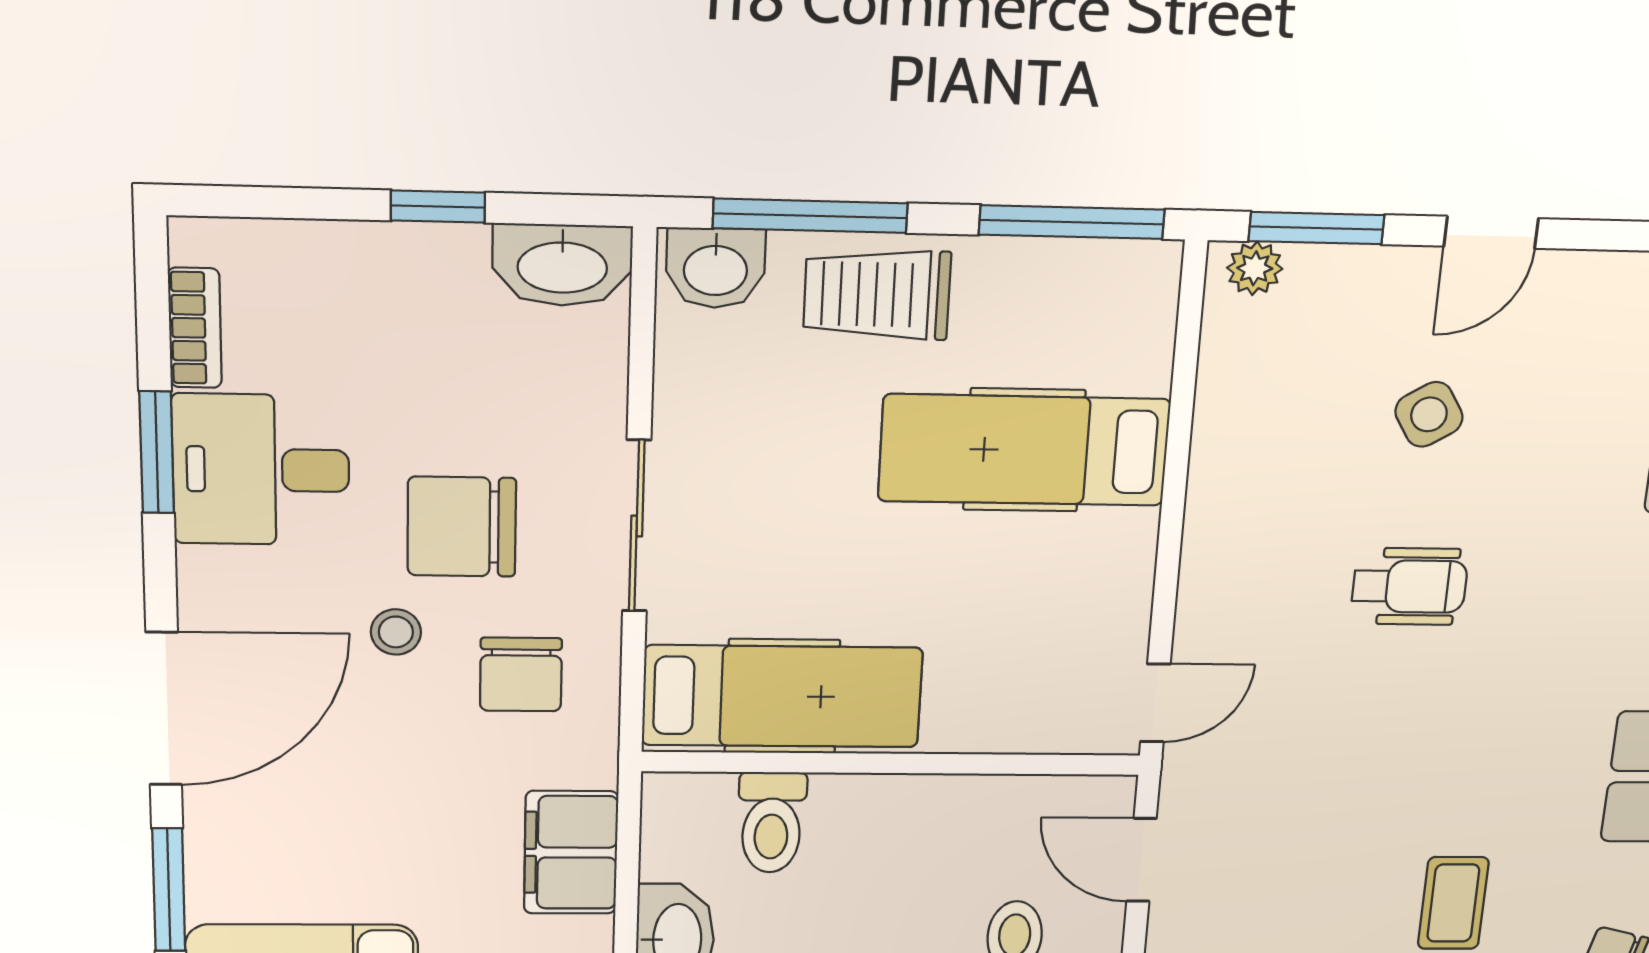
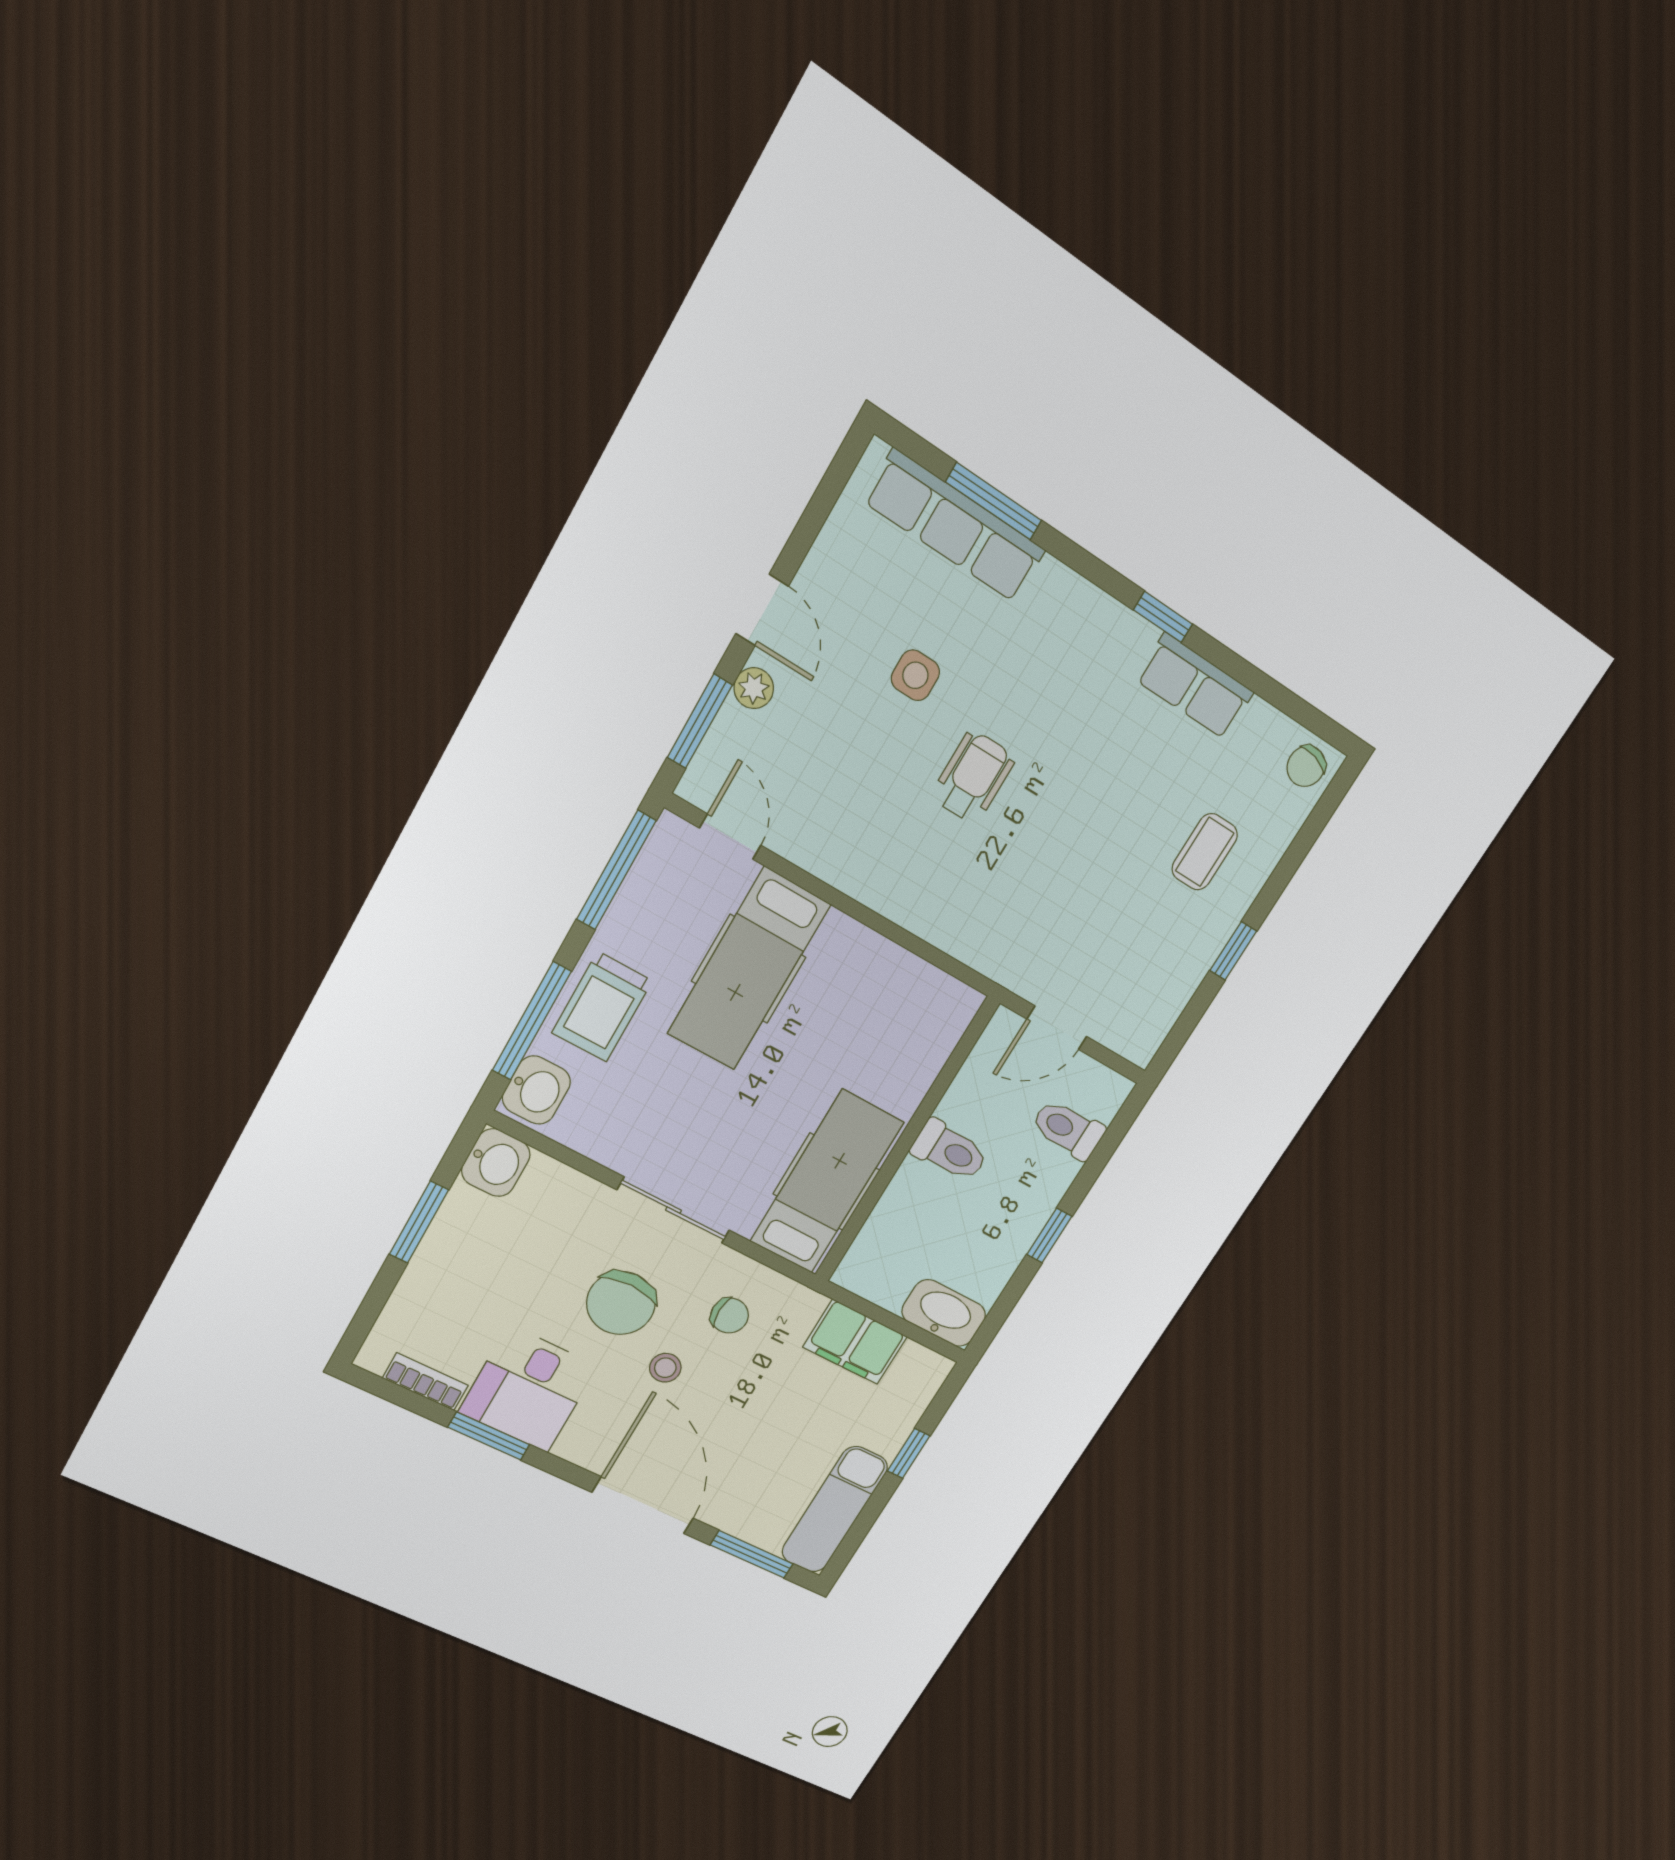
window: (438, 207) -> (419, 1222), width x1.50
washbasin: (562, 265) -> (496, 1163), width x0.72
plant: (1255, 268) -> (754, 688), moved
side table: (1429, 414) -> (915, 675), moved, turned 31
chair: (521, 675) -> (730, 1316), width x0.73, depth x0.73
door: (1155, 703) -> (730, 837), moved
toilet: (772, 823) -> (950, 1151), moved
coffee table: (1453, 903) -> (1205, 852), turned 90

